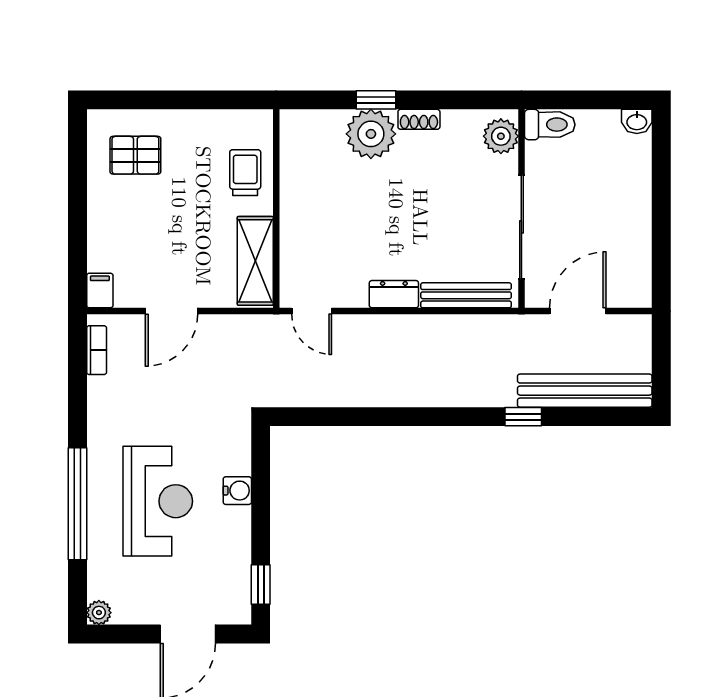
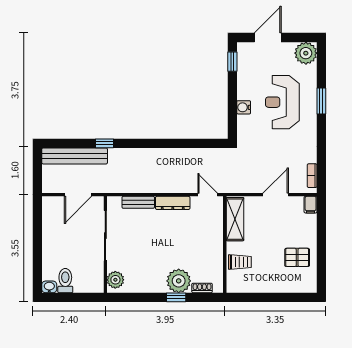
shoe rack: (419, 119) -> (202, 288), moved
toilet: (550, 125) -> (65, 281), moved, turned 90
pallet: (135, 155) -> (297, 257), moved
trolley: (245, 173) -> (240, 262), turned -90
dresser: (394, 294) -> (173, 203), width x1.44
bench: (466, 295) -> (138, 202), width x0.73
window: (77, 504) -> (321, 101), width x0.47
plant: (99, 613) -> (306, 53), width x1.88, depth x1.88

